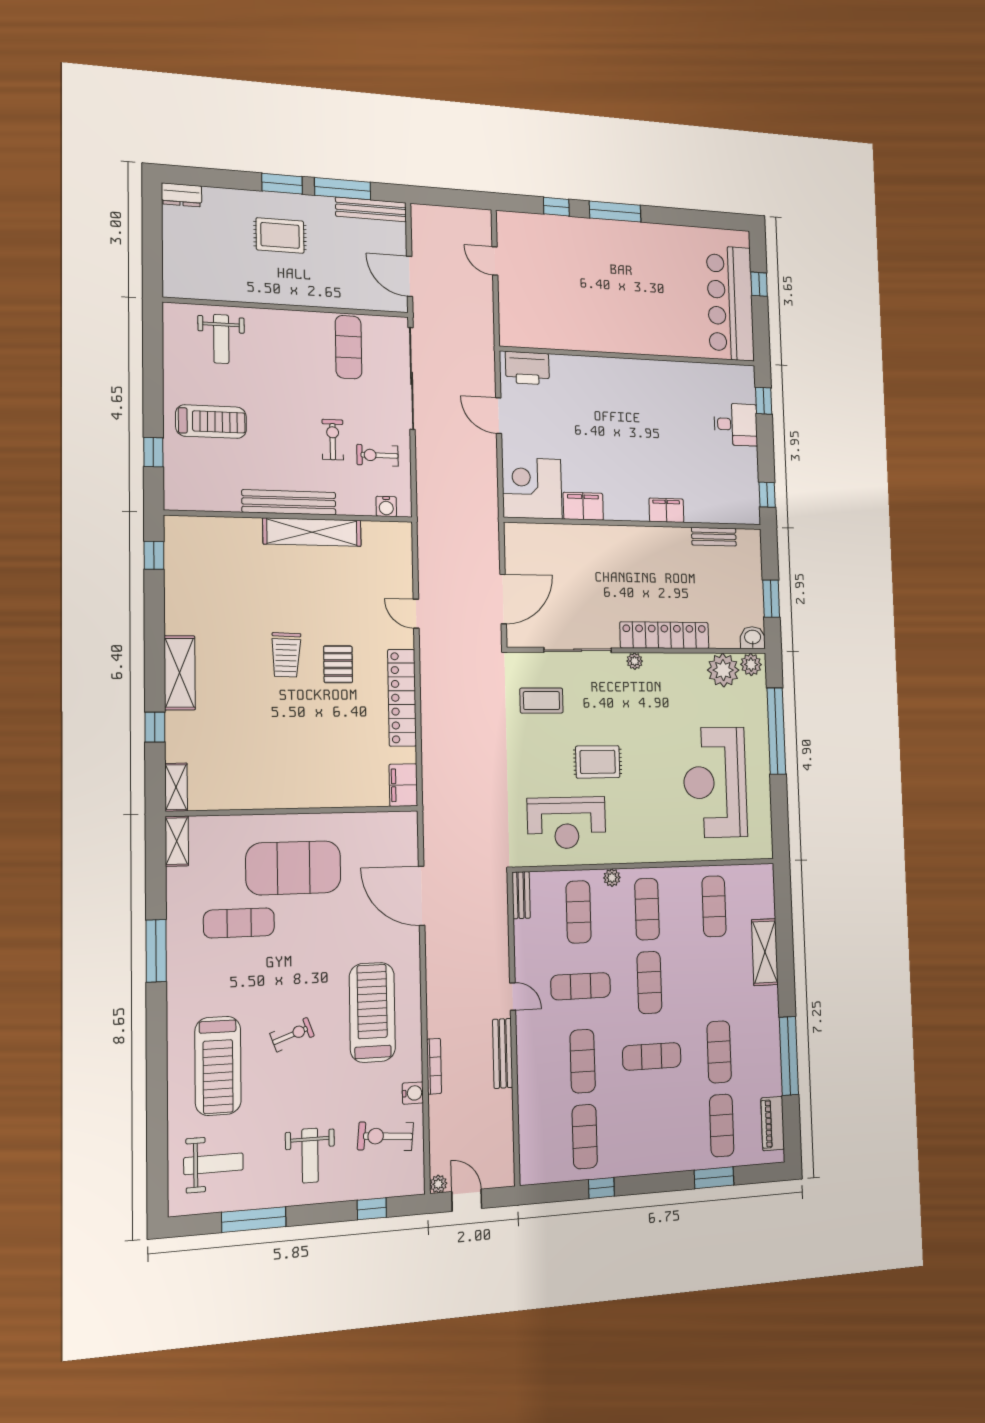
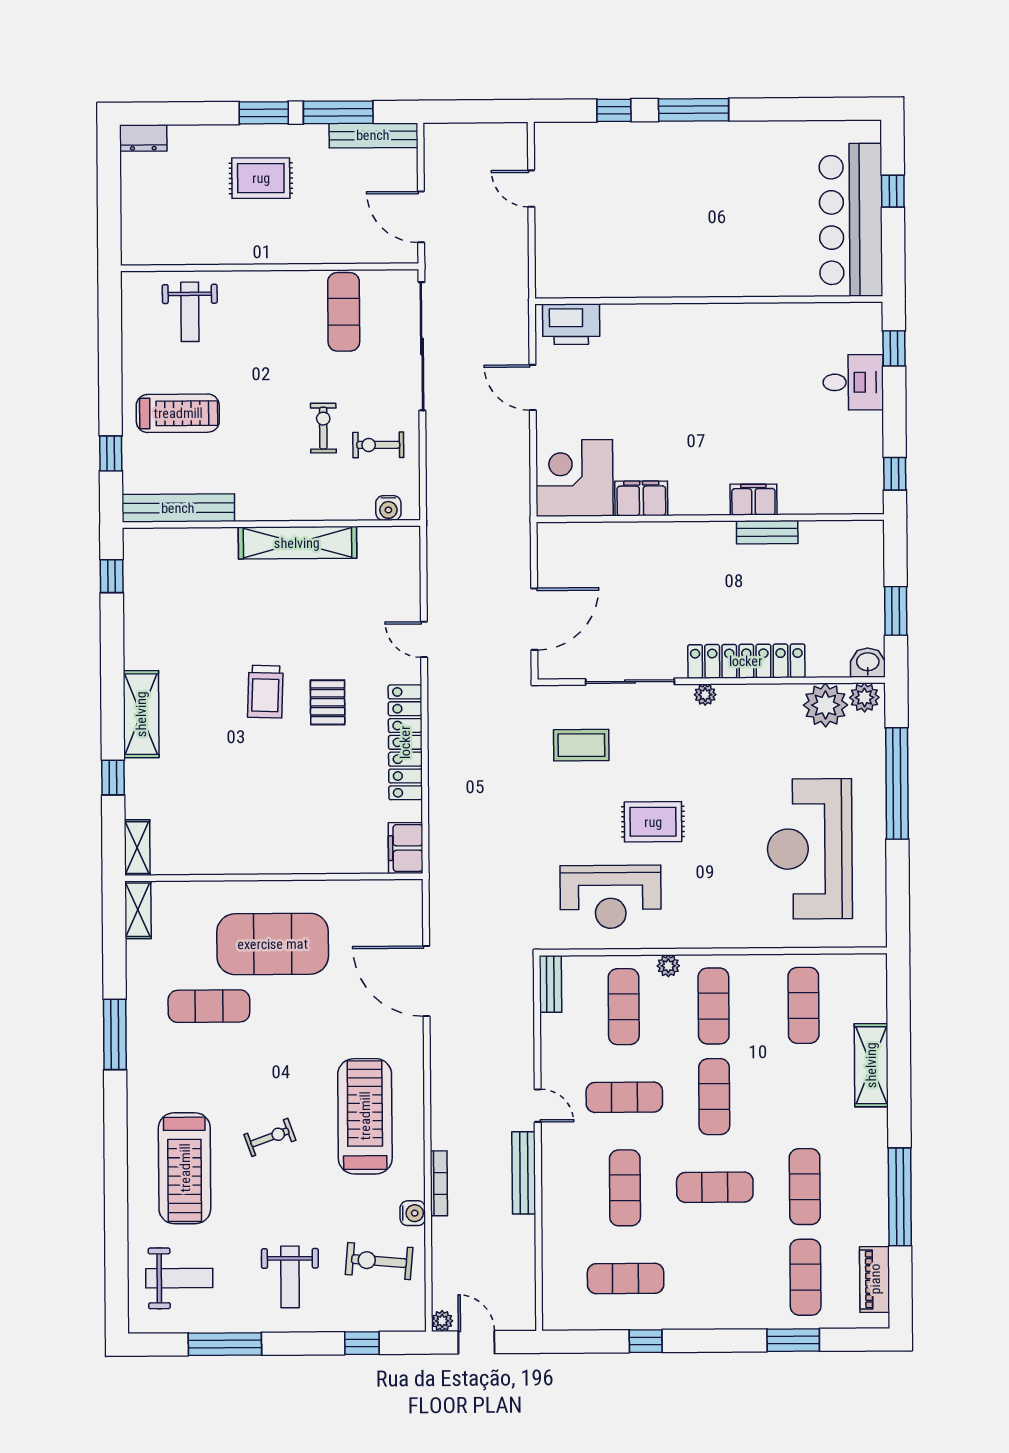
bench: (289, 502) -> (178, 508), moved
bench: (714, 537) -> (767, 532), moved
exercise mat: (585, 1137) -> (626, 1278), turned 90

